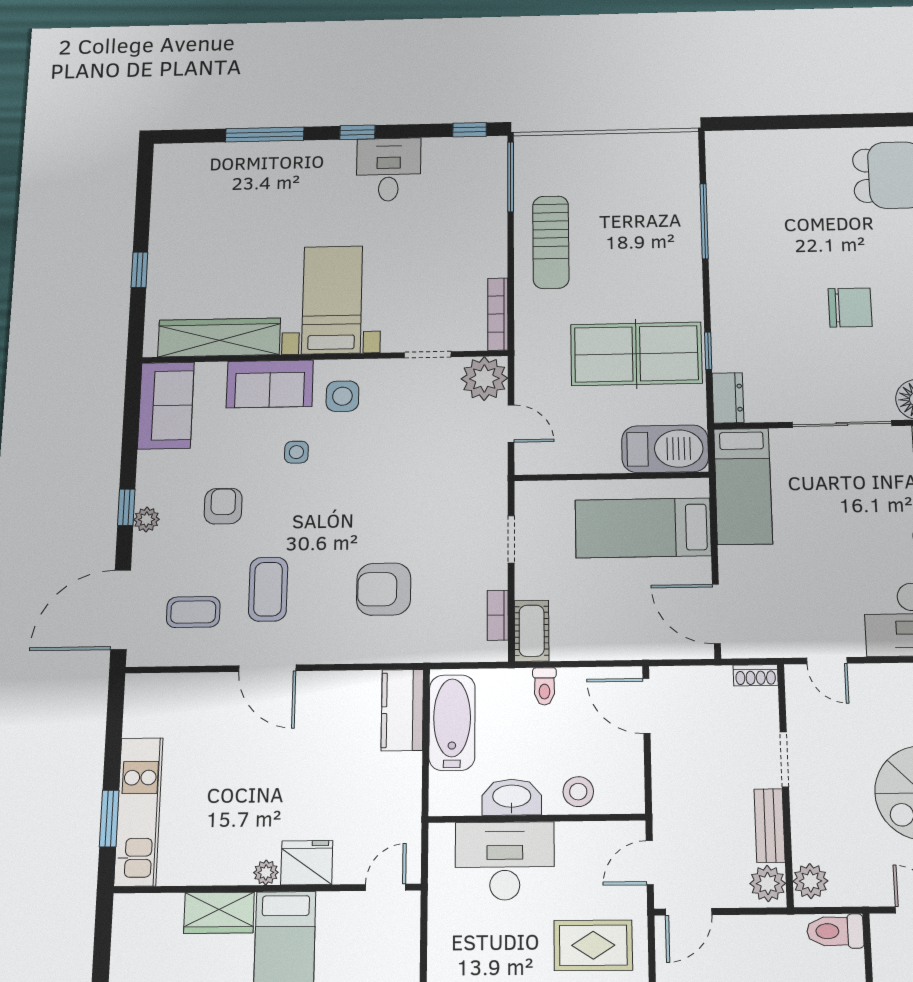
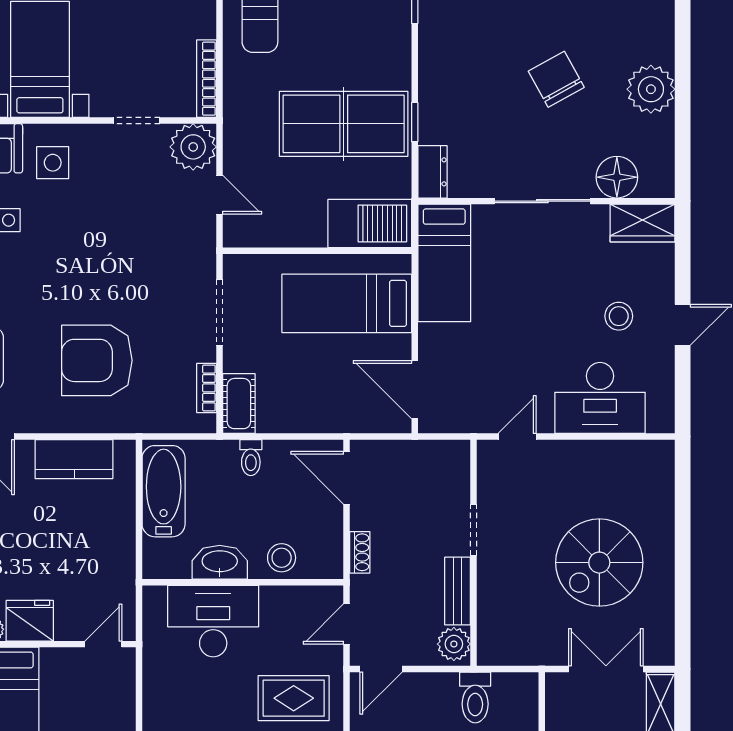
chair: (850, 308) -> (556, 79), turned -119
doorway: (511, 539) -> (220, 313), width x1.38
armchair: (384, 589) -> (97, 360), width x1.36, depth x1.36
door: (827, 661) -> (517, 437), swing flipped
shoe rack: (756, 675) -> (360, 552), moved, turned -90
kitchen counter: (402, 710) -> (74, 459), moved, turned -90
plant: (810, 881) -> (493, 642), removed
toilet: (835, 931) -> (475, 697), moved, turned -90

